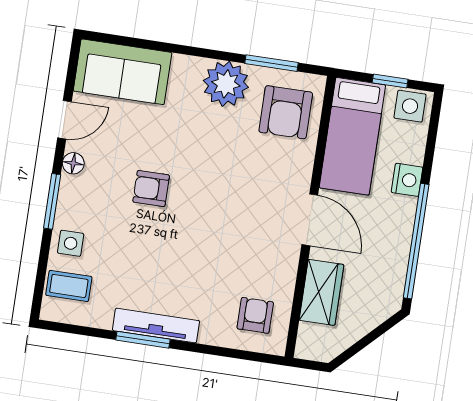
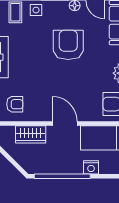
armchair: (151, 189) -> (68, 45), width x1.88, depth x1.88
door: (310, 220) -> (65, 124), swing flipped

